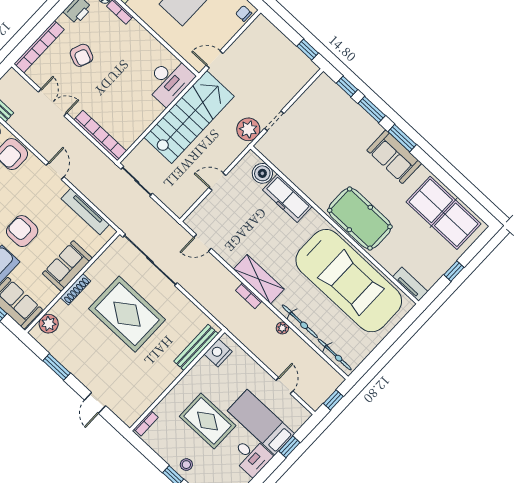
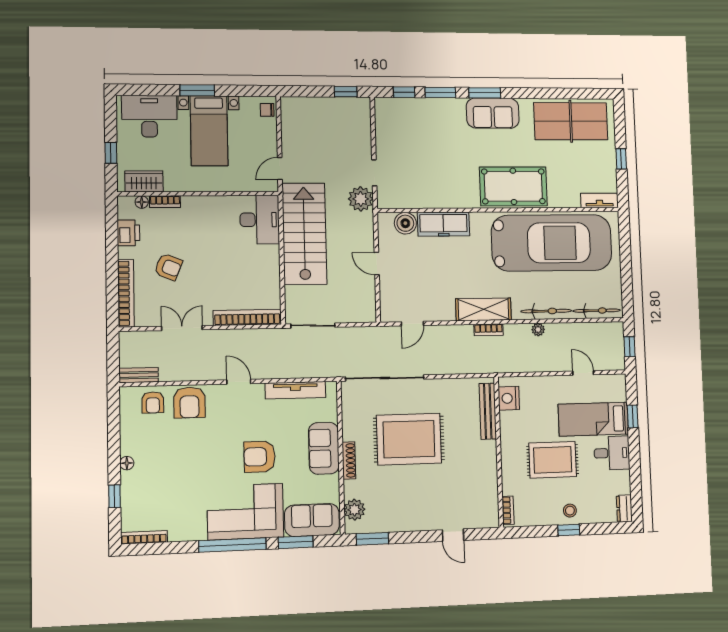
door: (217, 181) -> (377, 264), hinge flipped
window: (57, 367) -> (372, 539), moved

